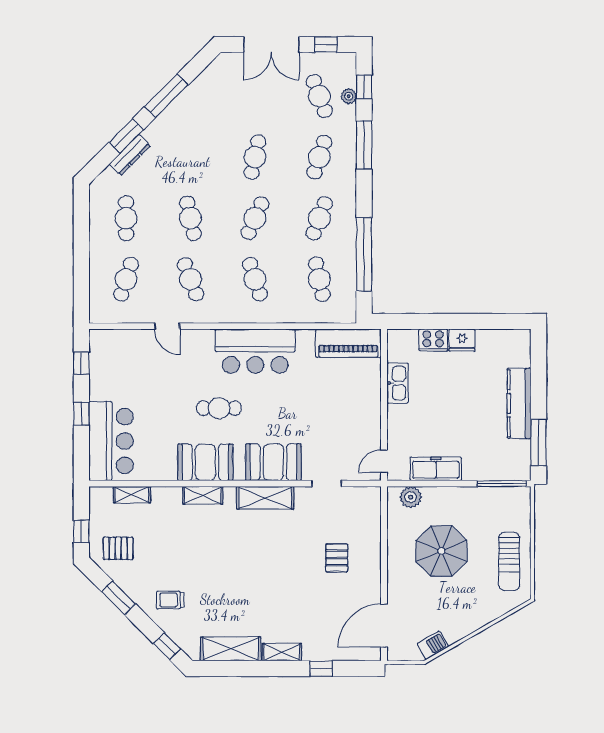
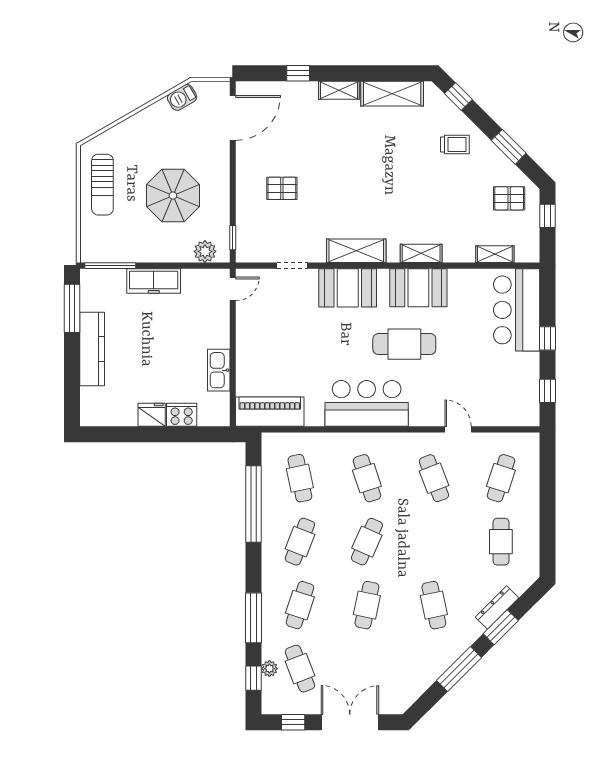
cafe table: (190, 218) -> (434, 605), moved
cafe table: (219, 408) -> (404, 344), width x1.37, depth x1.35
freezer: (436, 469) -> (154, 281), moved
window: (384, 510) -> (233, 238), added
pallet: (337, 558) -> (282, 188), turned 90
sun lounger: (509, 562) -> (102, 185), turned 180

